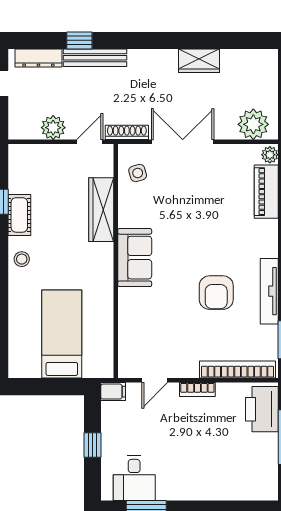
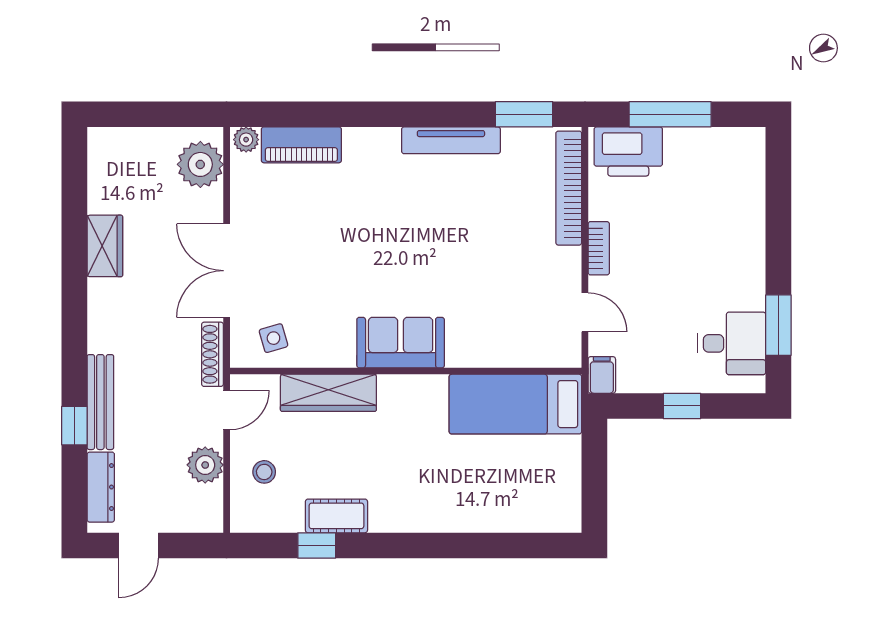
door: (90, 142) -> (227, 410), swing flipped
stool: (22, 259) -> (264, 472), moved
armchair: (216, 293) -> (453, 220), removed
bed: (62, 334) -> (515, 404), moved

